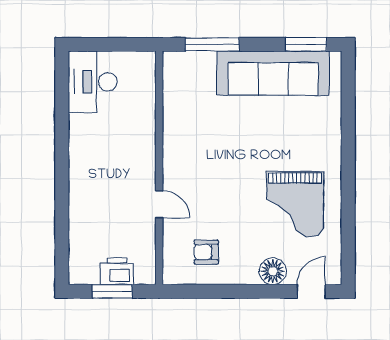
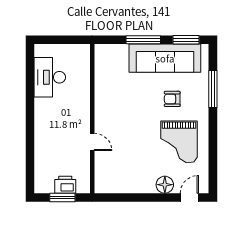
window: (212, 44) -> (143, 40), moved
desk: (93, 82) -> (50, 77), moved
window: (348, 121) -> (213, 89), added
armchair: (206, 252) -> (172, 99), moved

